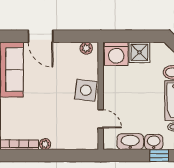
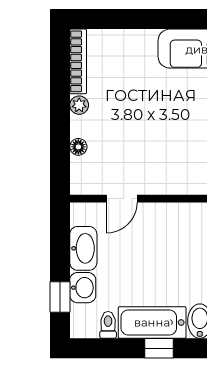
side table: (86, 90) -> (170, 174), removed
floor lamp: (70, 145) -> (78, 147), added

